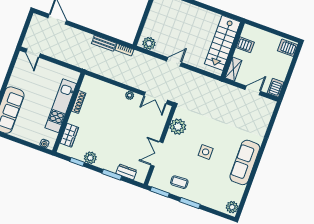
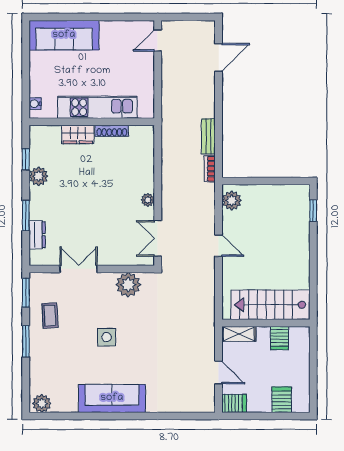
server rack: (288, 48) -> (282, 400), moved
wardrobe: (69, 135) -> (78, 134), moved

